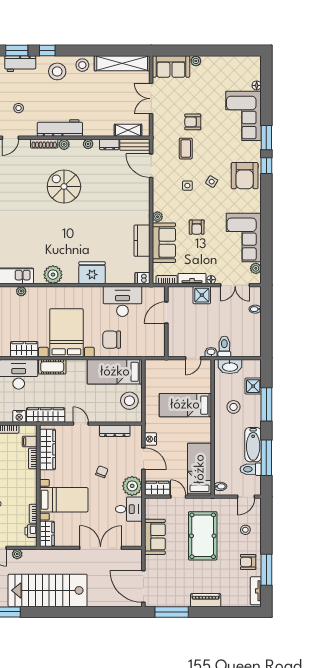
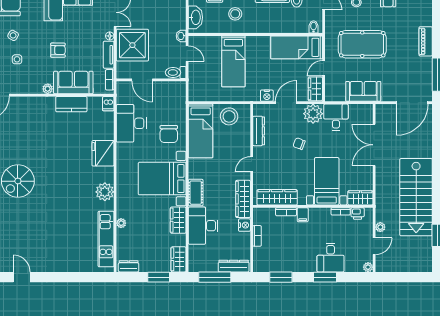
shower: (202, 295) -> (132, 45), width x1.86, depth x1.86
toilet: (224, 347) -> (176, 73), moved
filing cabinet: (30, 442) -> (303, 215), moved

